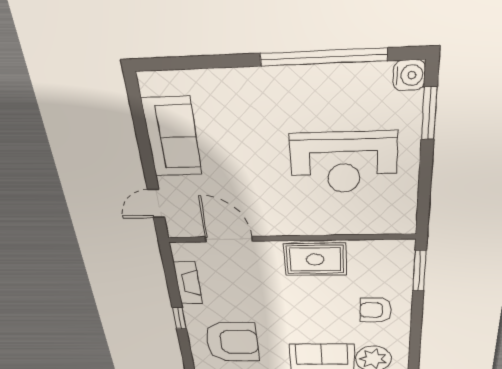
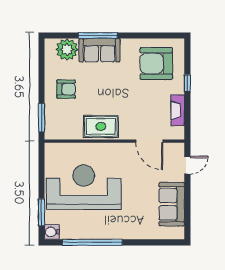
reception desk: (343, 163) -> (84, 187), width x1.36, depth x1.30

